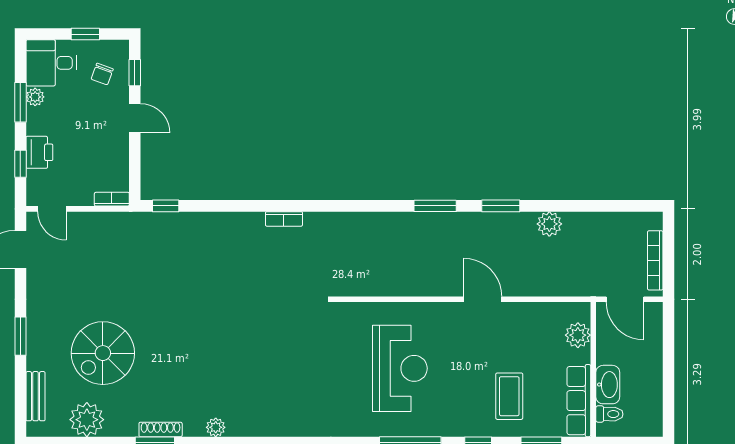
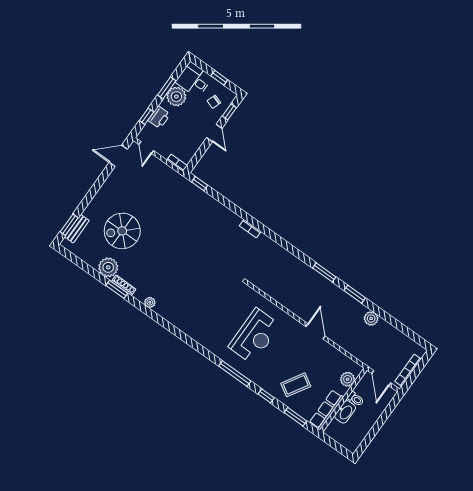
plant: (35, 97) -> (176, 97), width x1.87, depth x1.87
window: (20, 336) -> (69, 225), moved
coffee table: (509, 396) -> (296, 385), turned 31
toilet: (609, 414) -> (356, 399), moved
plant: (87, 420) -> (108, 267), moved

